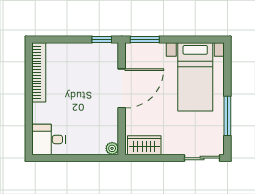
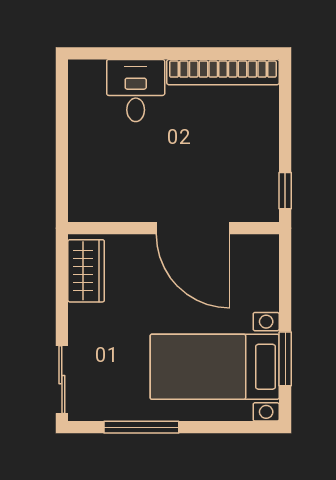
window: (145, 40) -> (285, 359), moved
desk: (49, 139) -> (136, 91), moved
plant: (112, 148) -> (80, 210), removed

